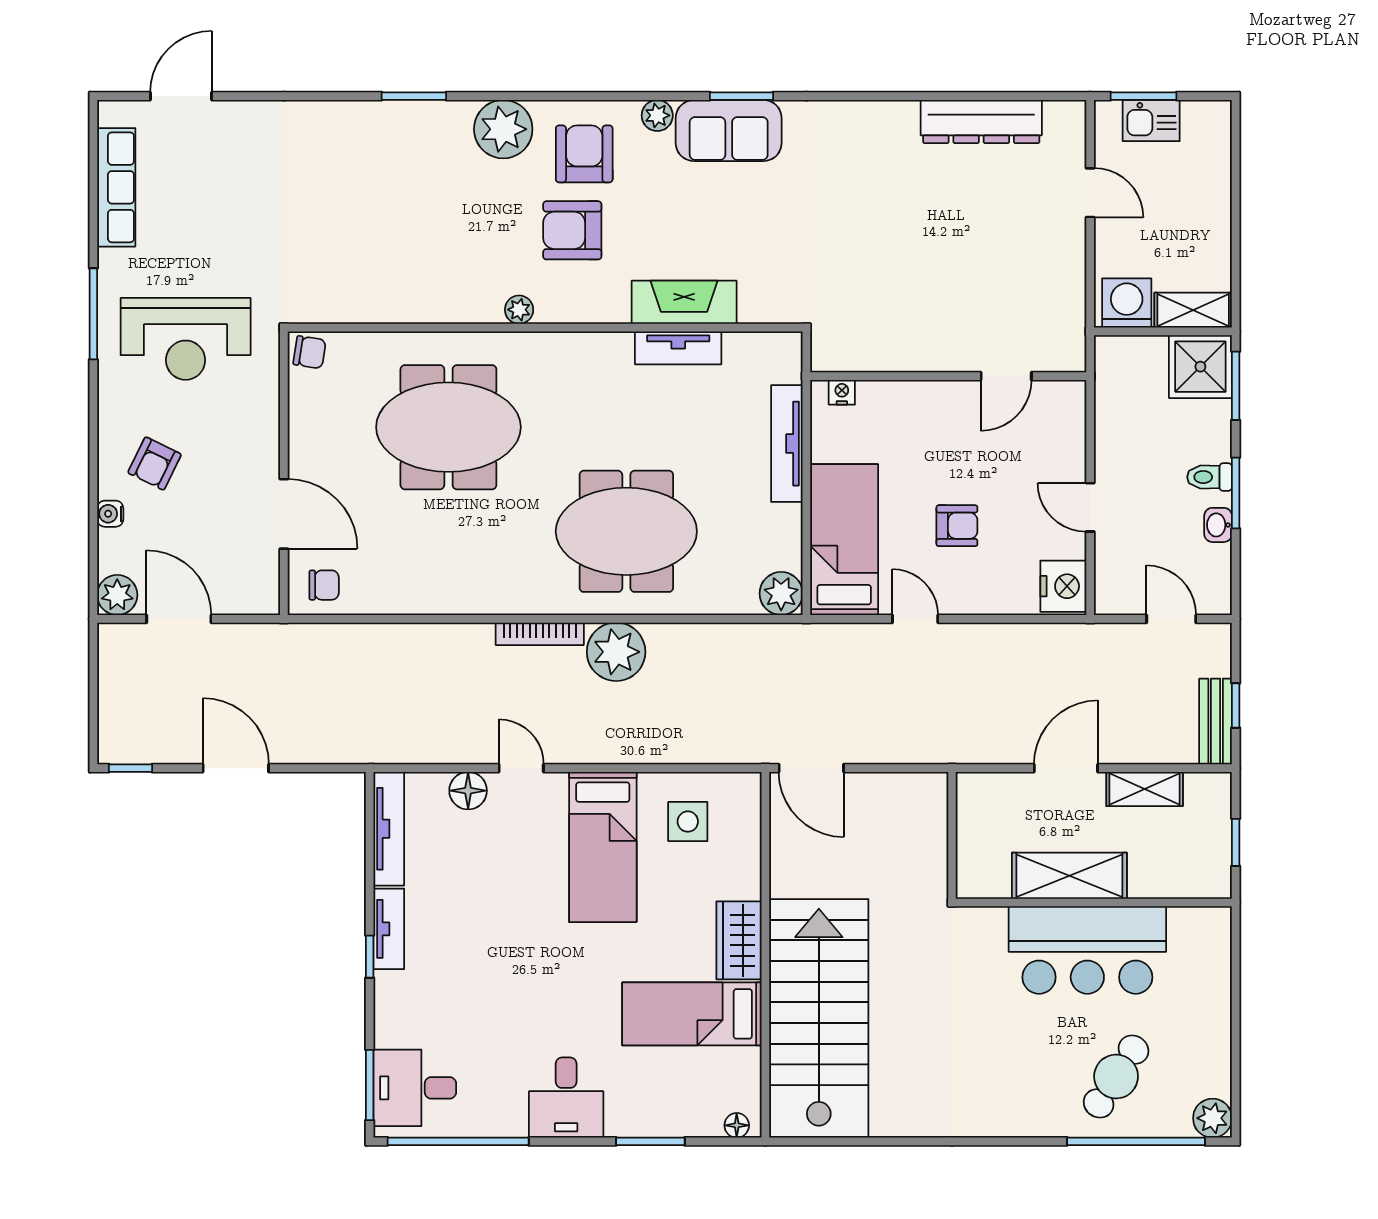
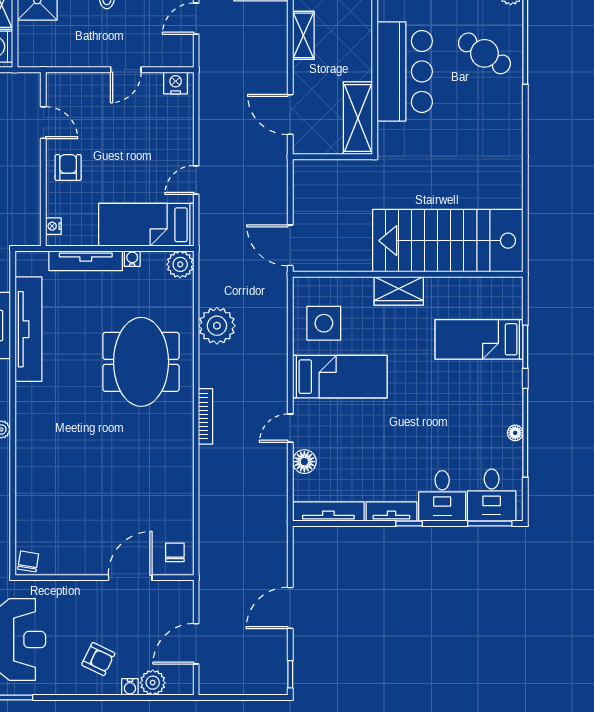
tv unit: (678, 348) -> (28, 329), width x1.92, depth x1.29
meeting table: (448, 427) -> (75, 474), removed
water cooler: (790, 517) -> (132, 259), added
armchair: (957, 526) -> (68, 167), moved
nightstand: (1063, 586) -> (176, 83), width x0.74, depth x0.75
plant: (117, 595) -> (153, 683), moved
plant: (616, 652) -> (217, 326), moved
door: (811, 768) -> (290, 245), swing flipped
door: (1066, 768) -> (290, 114), moved
side table: (688, 822) -> (324, 323), width x1.37, depth x1.37
shelving: (1069, 876) -> (358, 118), moved
bed: (692, 1014) -> (479, 339), moved, turned 90
desk: (566, 1098) -> (442, 496), moved, turned 90
floor lamp: (737, 1125) -> (515, 433), moved
window: (458, 1141) -> (525, 433), moved

